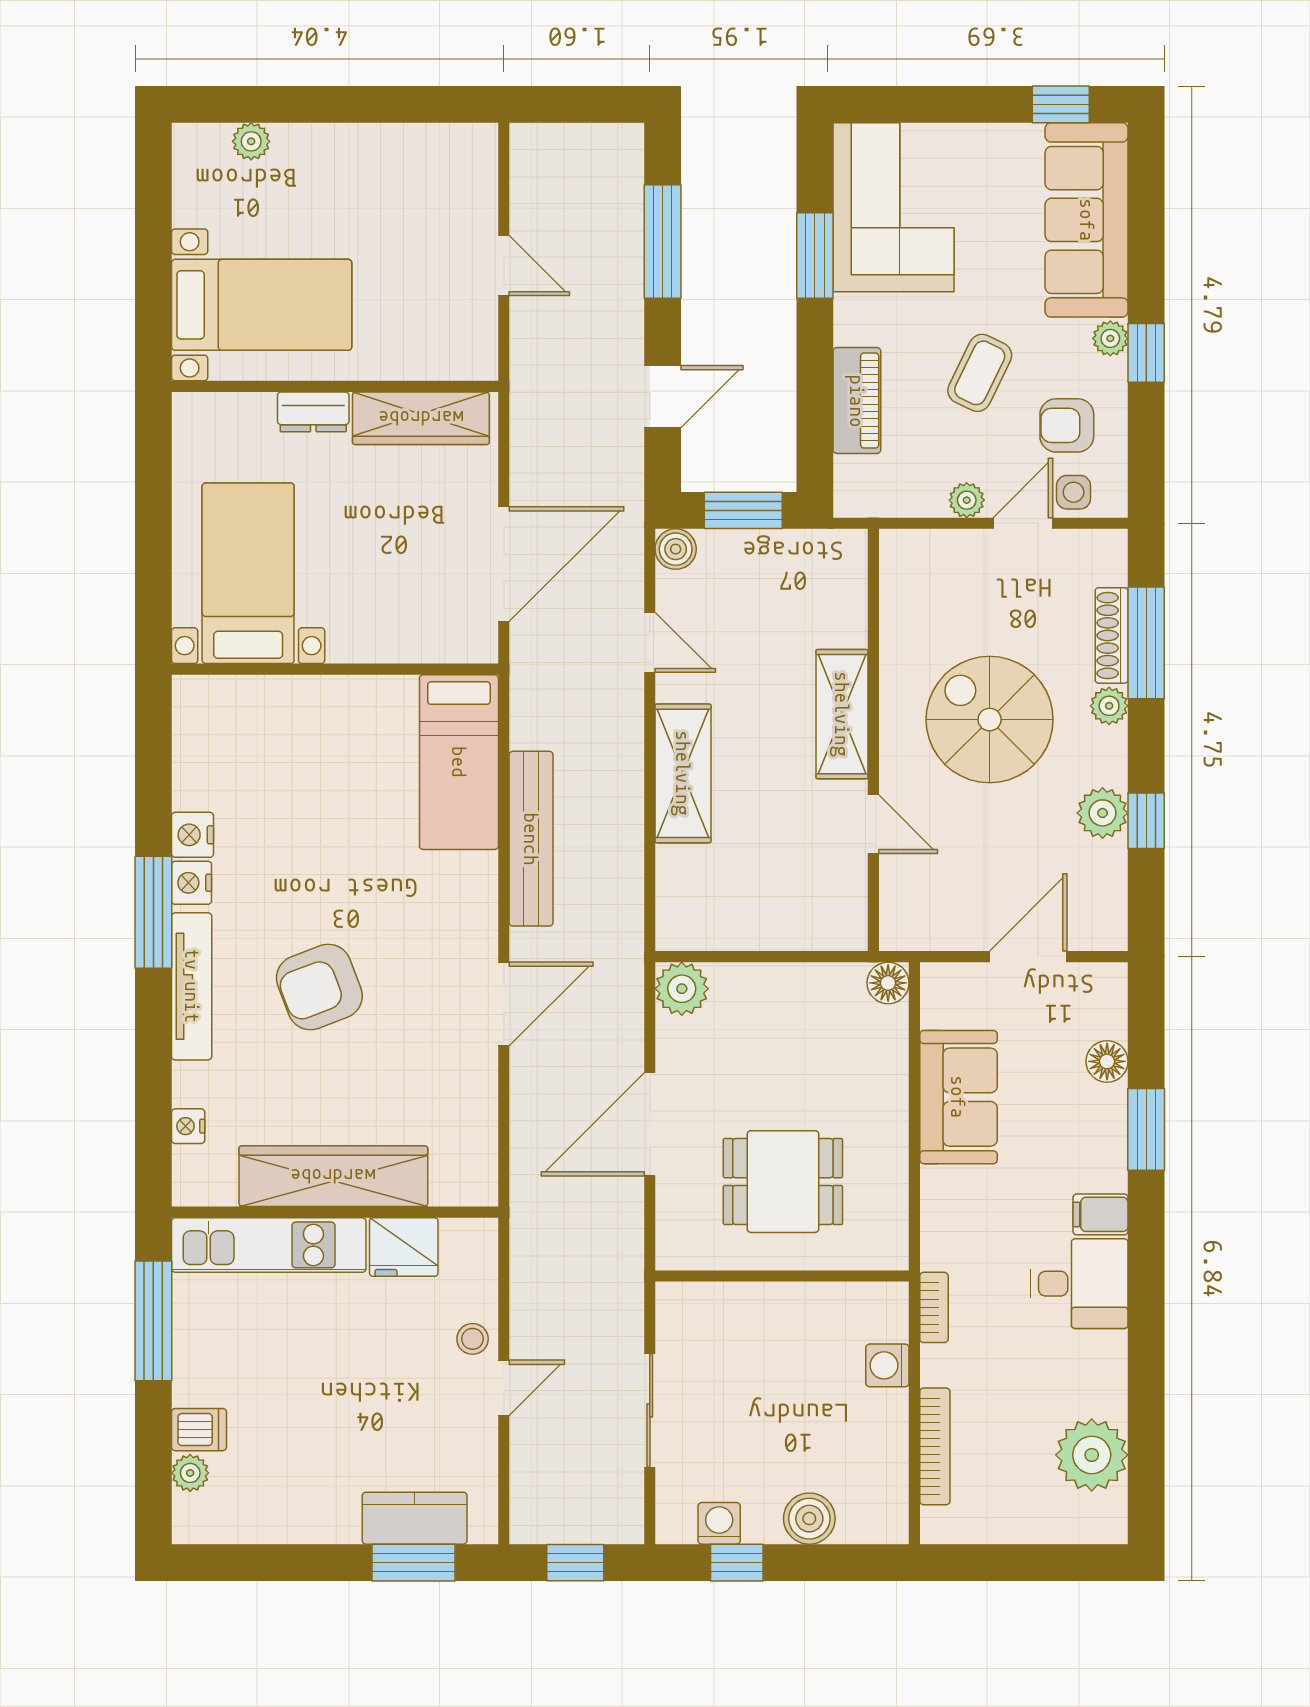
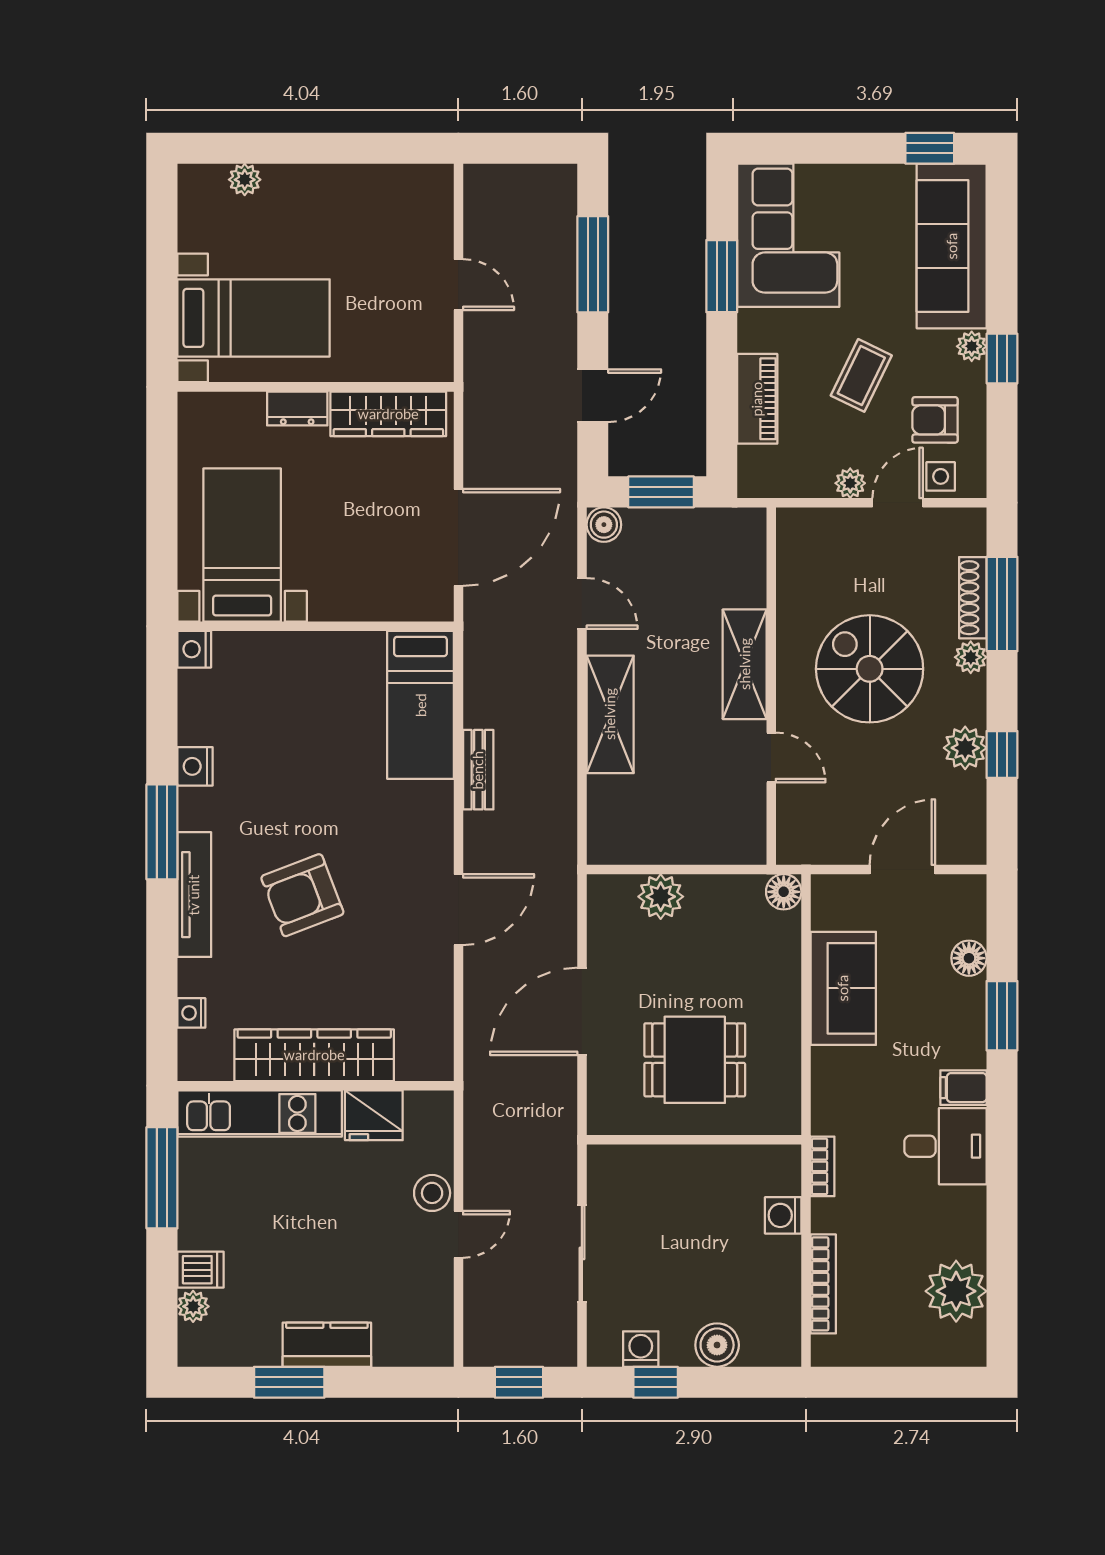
bench: (531, 839) -> (478, 770), width x0.54, depth x0.82
nightstand: (192, 883) -> (194, 649), moved
plant: (682, 989) -> (661, 897), moved
stool: (473, 1339) -> (432, 1193), width x1.37, depth x1.37
kitchen counter: (415, 1518) -> (327, 1345), moved
window: (413, 1563) -> (289, 1382), moved

